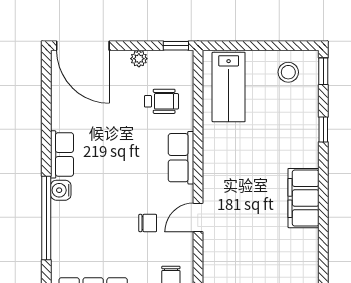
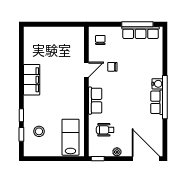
window: (323, 71) -> (21, 134), moved
stool: (288, 72) -> (39, 131), moved
window: (46, 218) -> (165, 97), moved

